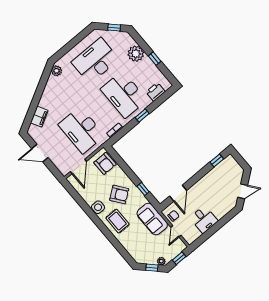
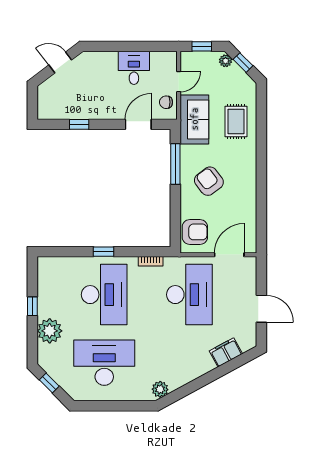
desk: (95, 61) -> (104, 363), turned 180
printer: (156, 92) -> (64, 266), removed
window: (217, 161) -> (79, 124), moved
armchair: (105, 163) -> (195, 232), turned 90
window: (143, 189) -> (175, 164), width x2.17
side table: (98, 207) -> (246, 187), removed
rug: (117, 221) -> (236, 121), moved

